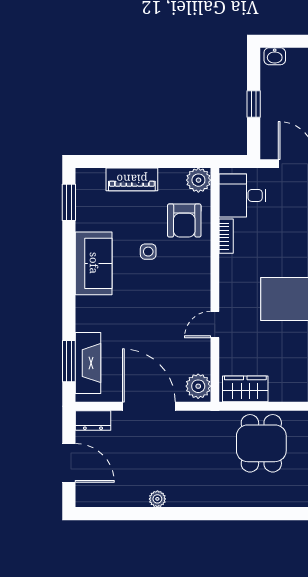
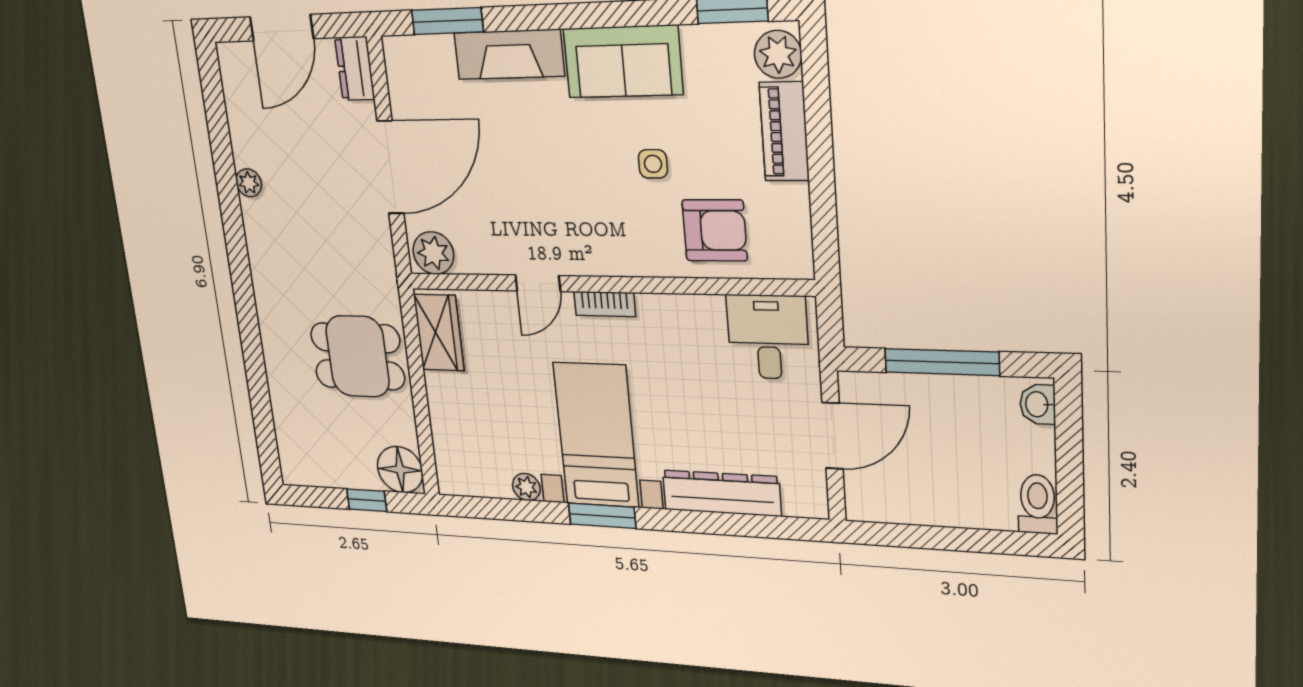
window: (254, 104) -> (942, 362), width x2.17
plant: (198, 180) -> (778, 54), moved
armchair: (184, 220) -> (715, 230), turned 180
bookcase: (226, 236) -> (605, 304), moved
door: (215, 325) -> (538, 283), swing flipped
fireplace: (88, 363) -> (509, 54), moved

